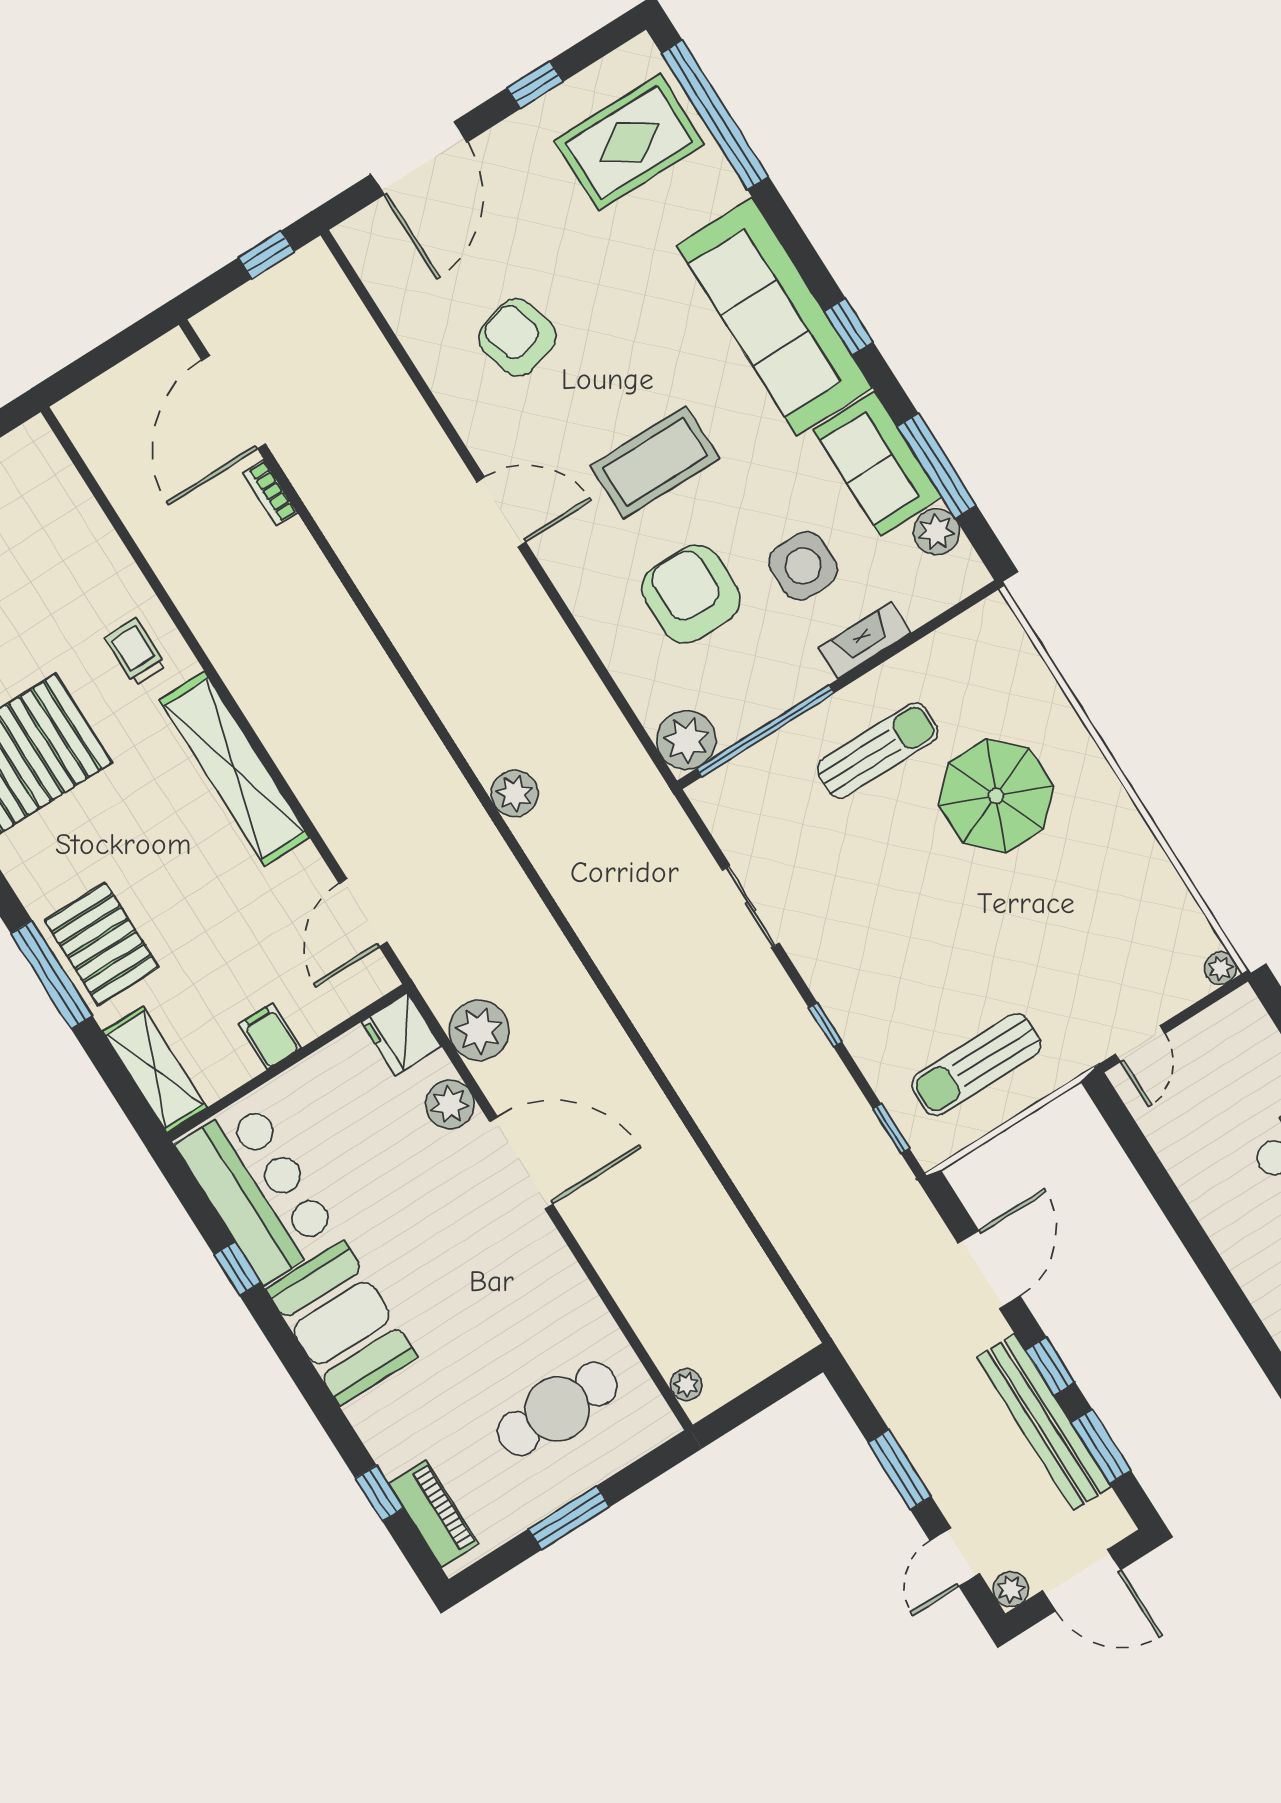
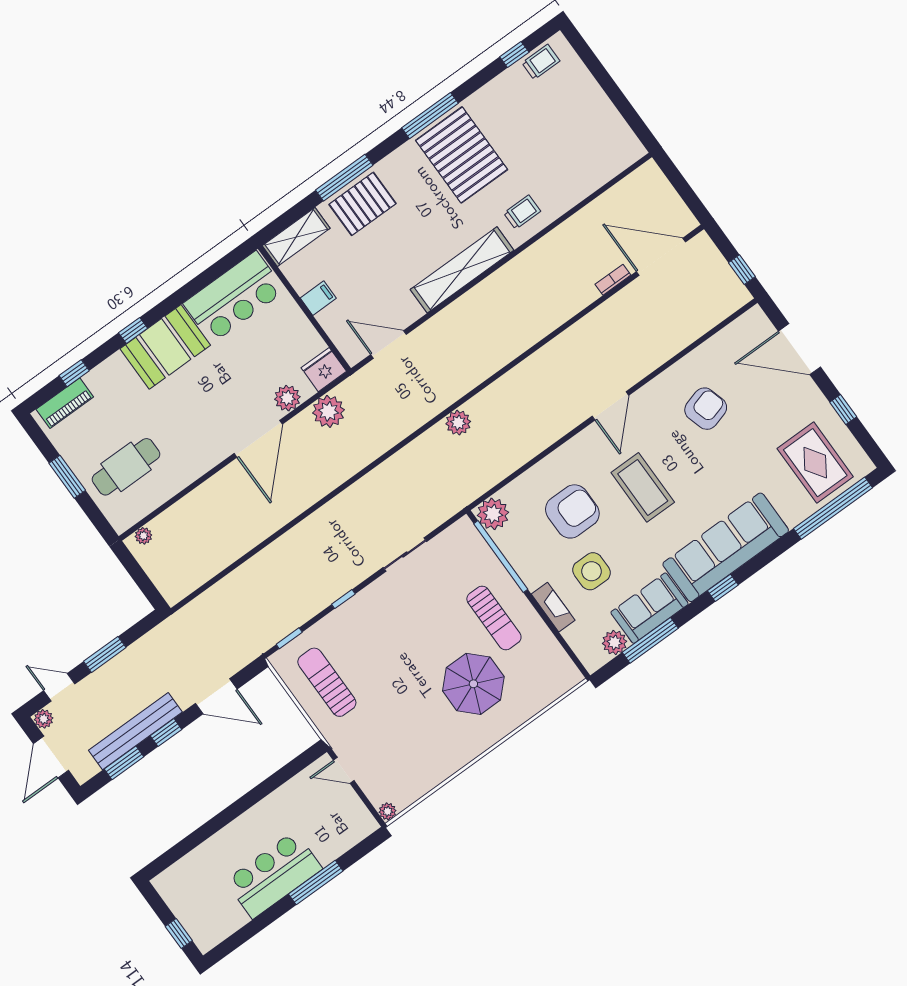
window: (238, 1269) -> (133, 331), moved
cafe table: (557, 1409) -> (126, 467), turned 90

